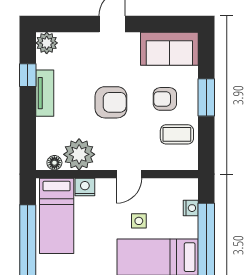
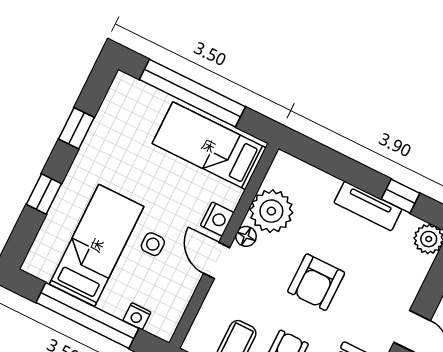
floor lamp: (54, 163) -> (246, 236), moved
nightstand: (85, 187) -> (217, 219), moved

